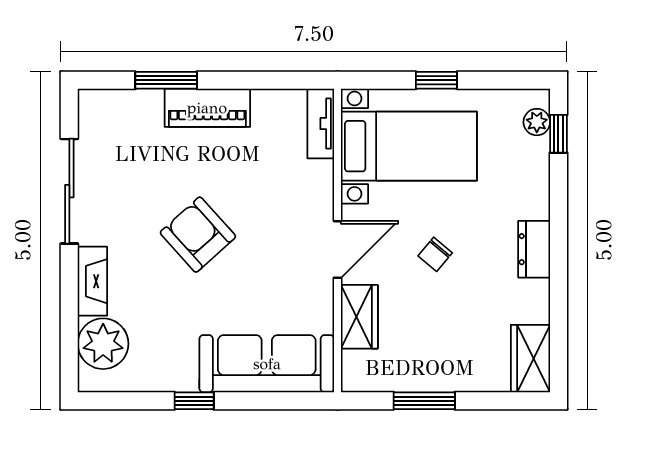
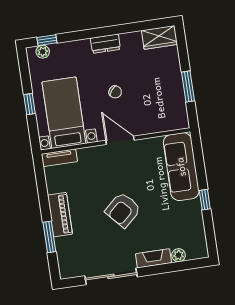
wardrobe: (359, 317) -> (151, 125), removed
plant: (103, 344) -> (179, 255), width x0.53, depth x0.53

